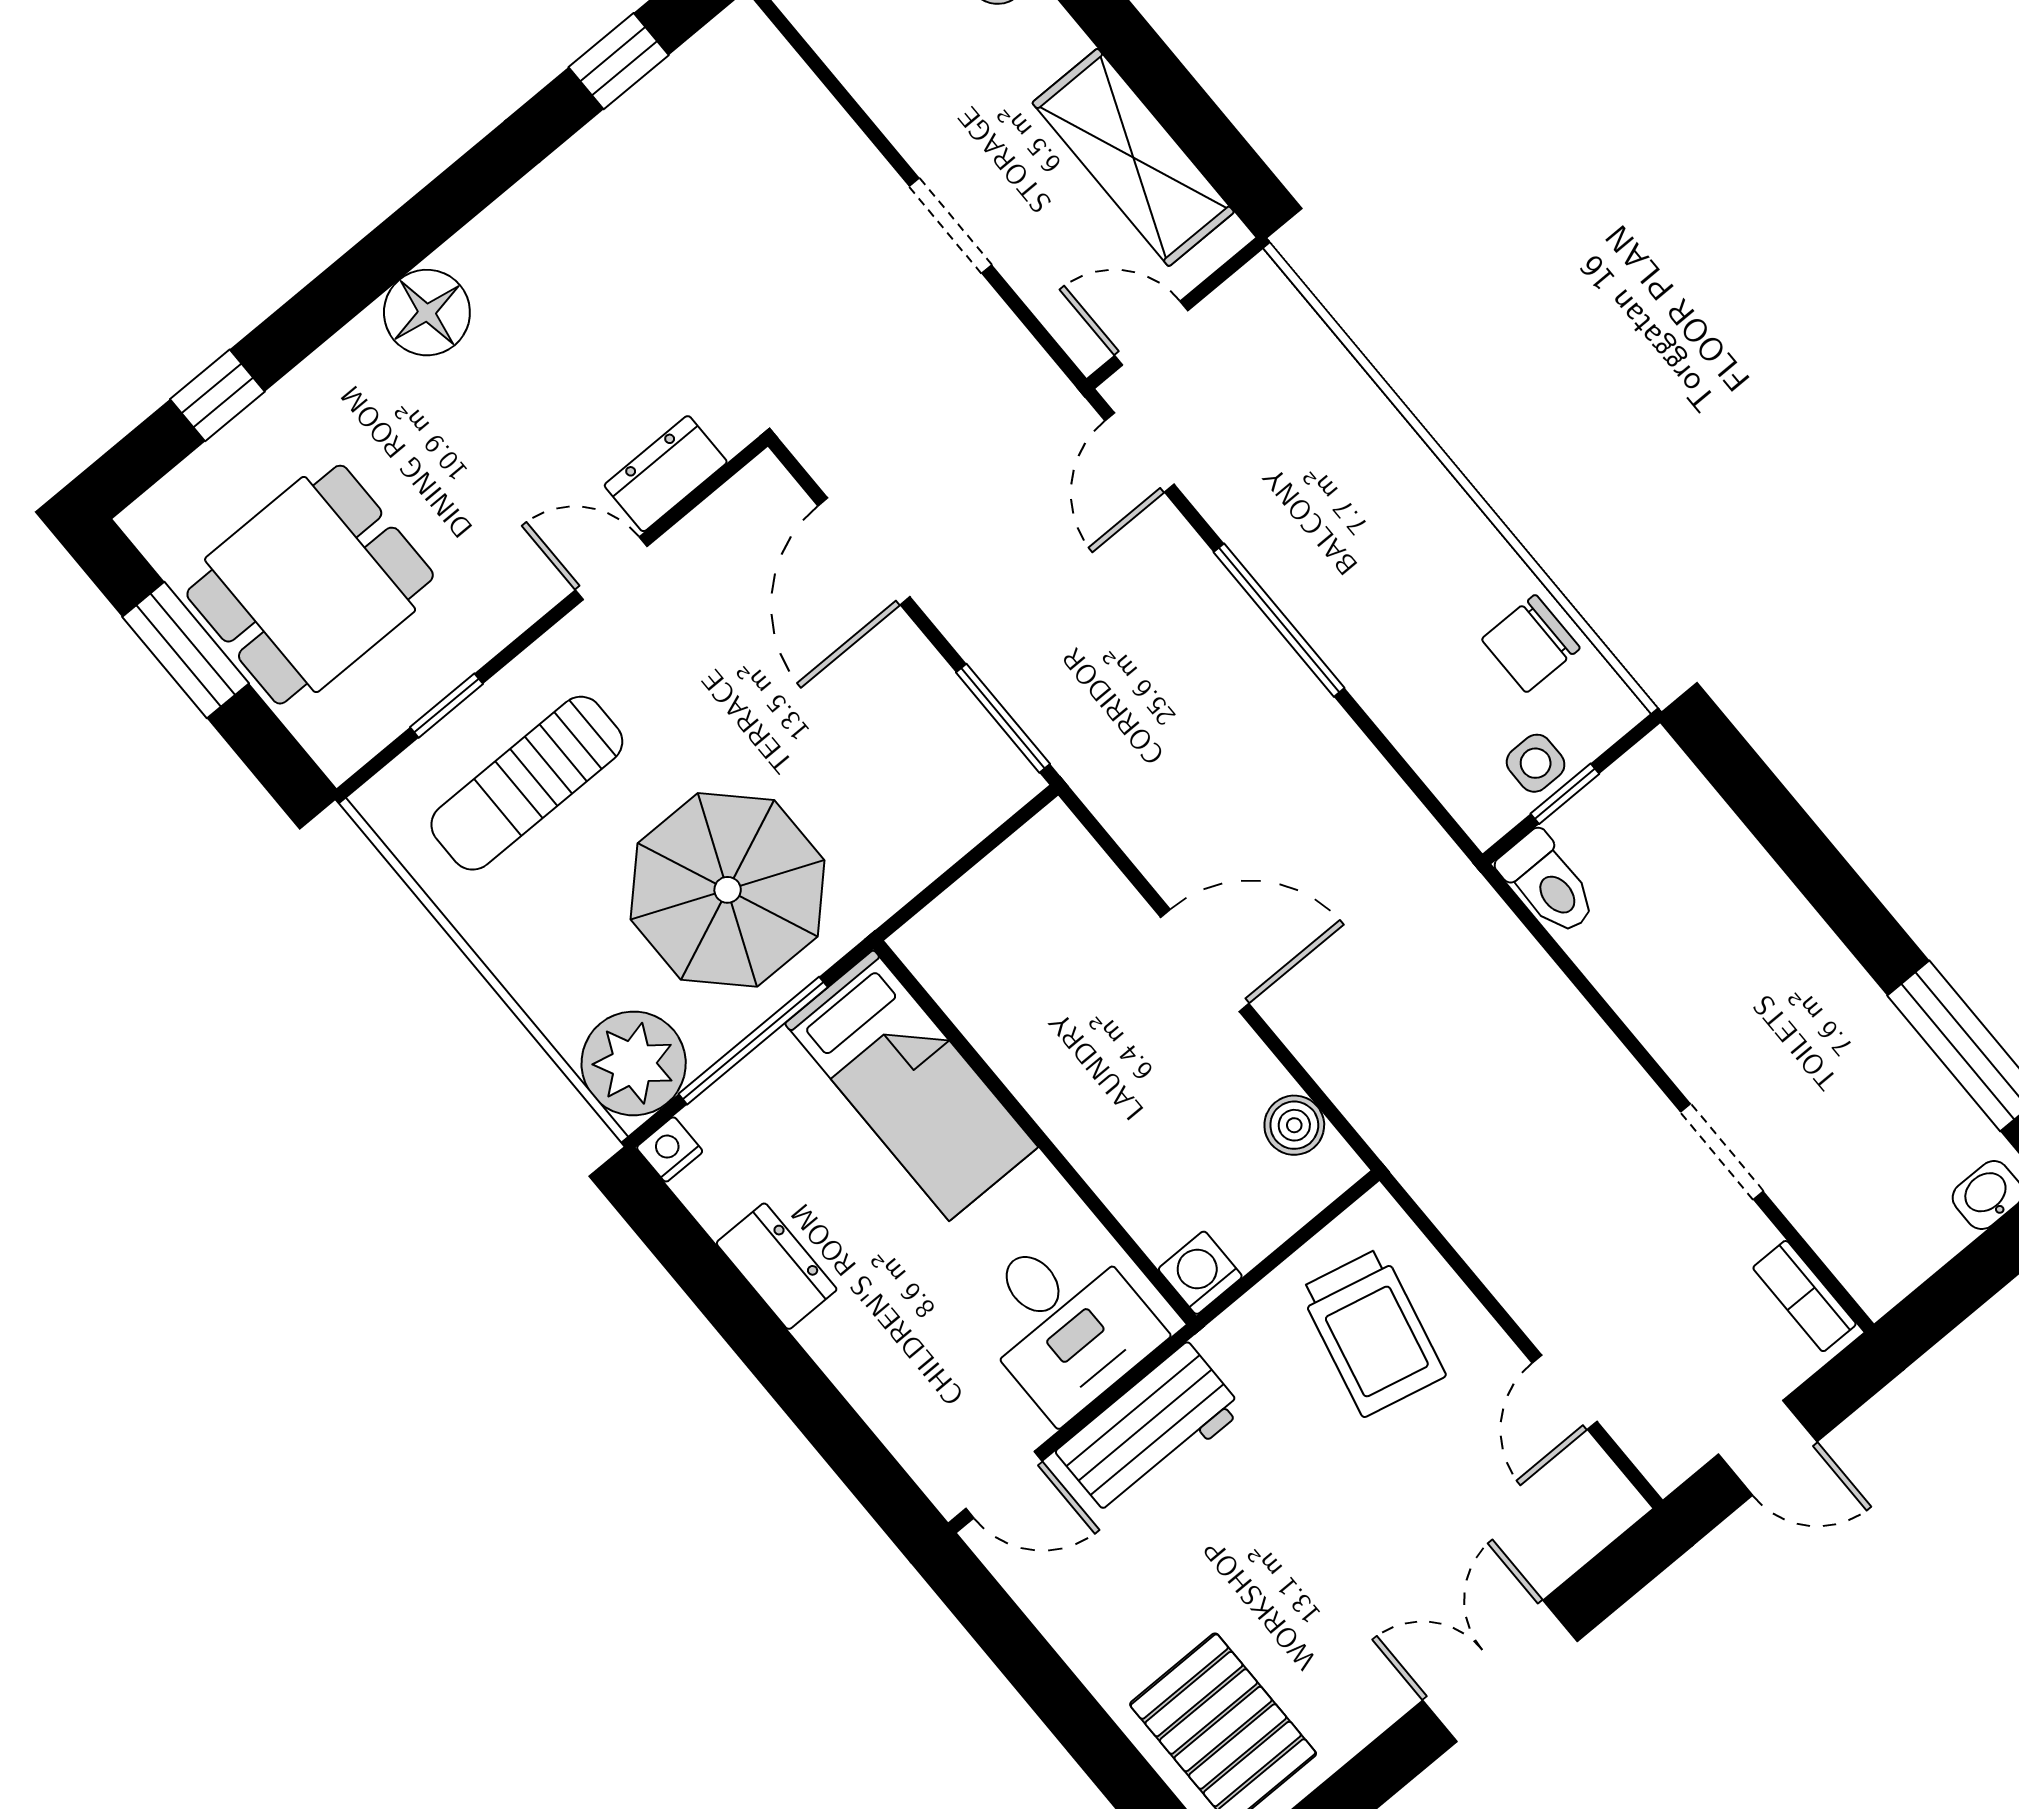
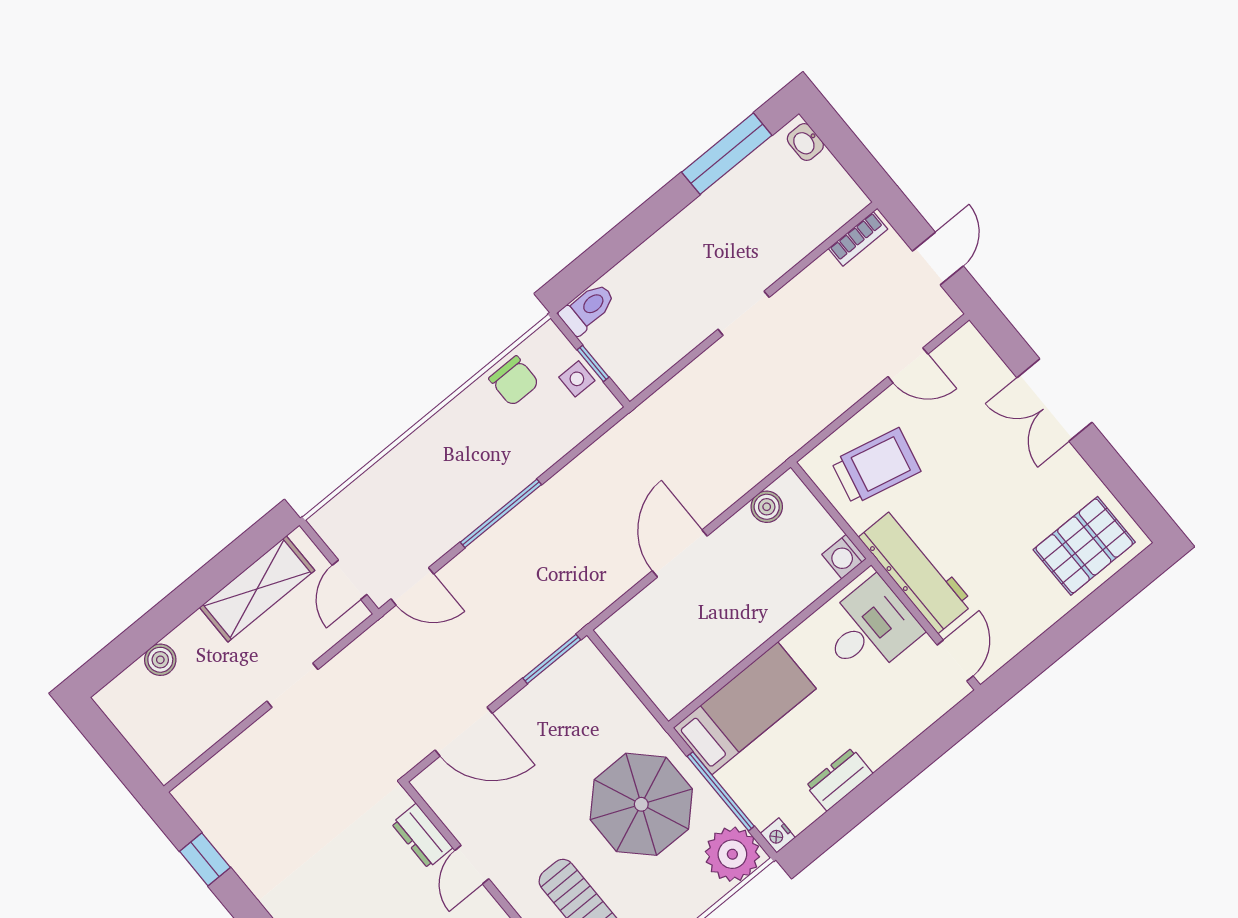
toilet: (1548, 884) -> (587, 309), moved
doorway: (1722, 1152) -> (744, 313), moved
workbench: (1150, 1431) -> (916, 571), width x1.38

